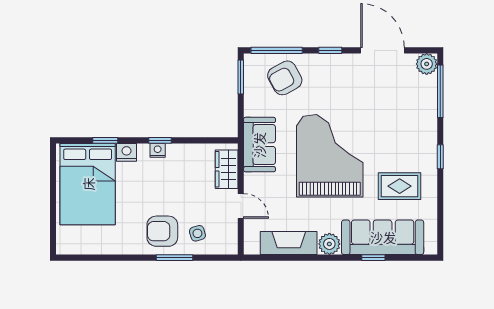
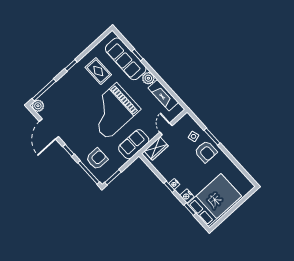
armchair: (285, 78) -> (97, 159), turned -61

